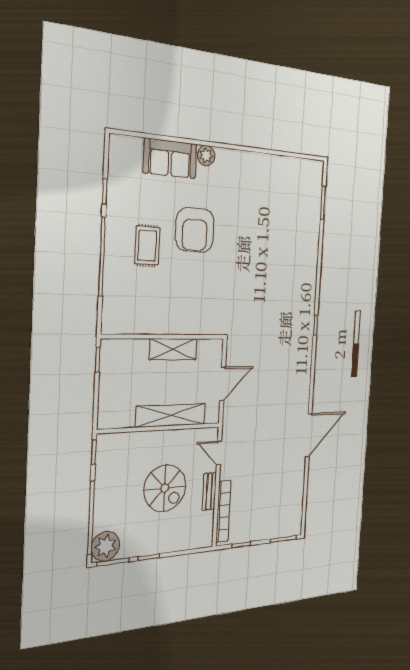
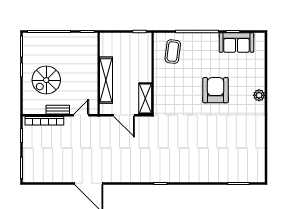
sofa: (170, 158) -> (236, 42), moved, turned -90
armchair: (195, 230) -> (216, 90), turned 90
rug: (147, 246) -> (205, 59), removed
coffee table: (132, 301) -> (173, 52), added
shelving: (173, 349) -> (145, 98), moved
spiral stairs: (165, 488) -> (46, 80), moved
plant: (106, 546) -> (31, 41), removed

